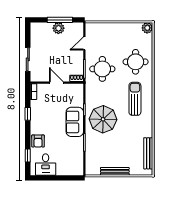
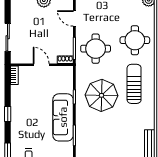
door: (84, 43) -> (74, 18), hinge flipped
window: (28, 114) -> (8, 114), moved
parasol: (103, 119) -> (101, 95), moved
sofa: (75, 122) -> (63, 117), width x1.36
armchair: (38, 141) -> (20, 134), removed

